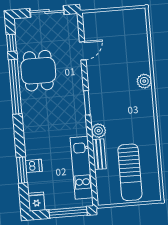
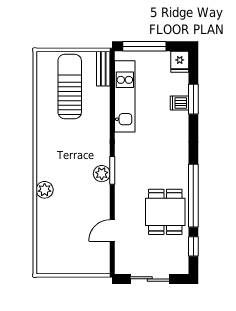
plant: (99, 131) -> (102, 174), moved
bench: (99, 154) -> (103, 69), moved

